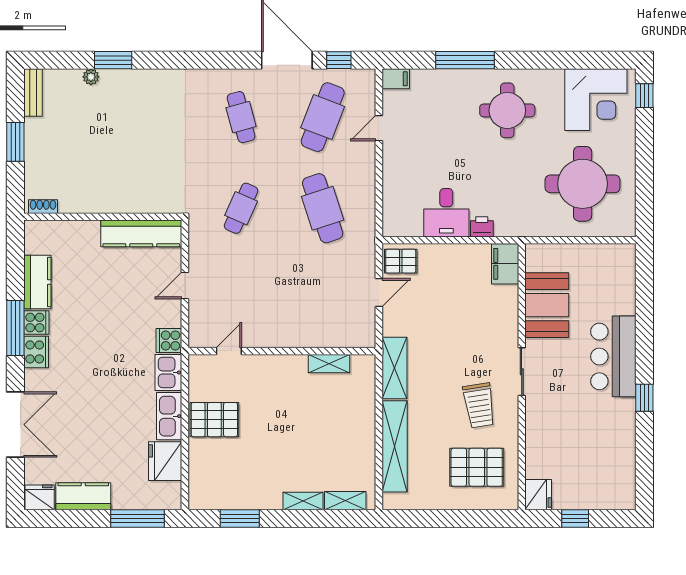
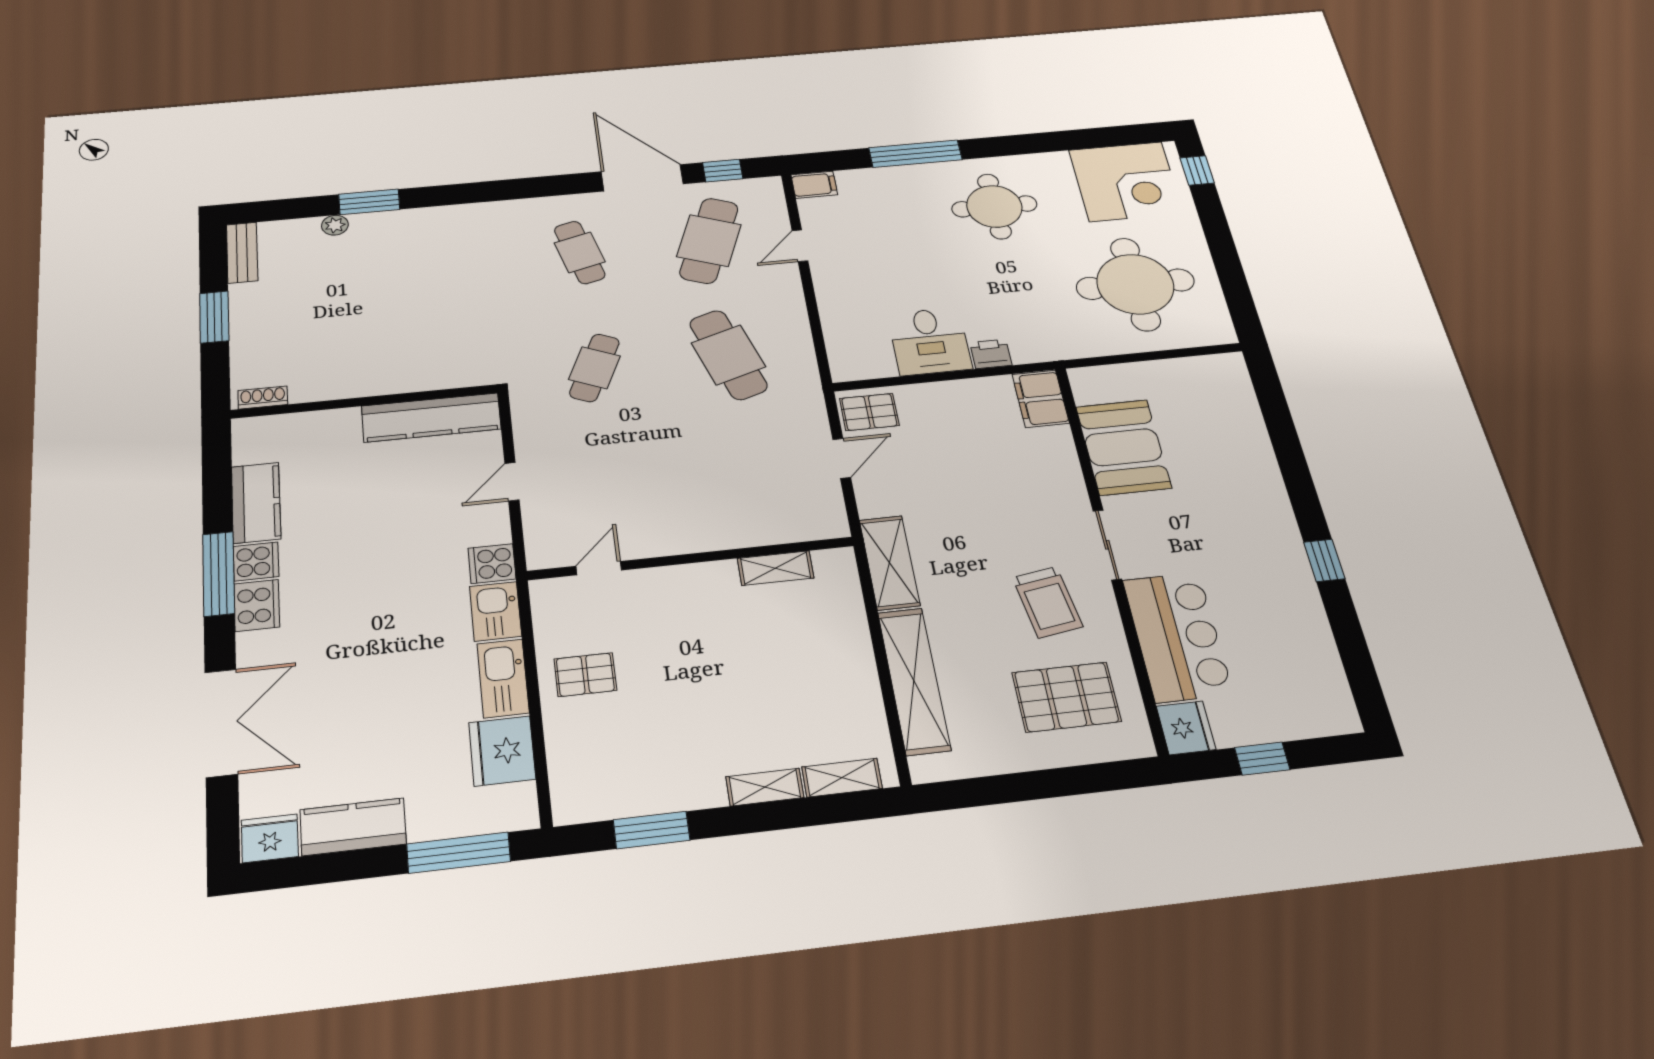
bar counter: (613, 356) -> (1177, 637), moved, turned 180
pallet: (214, 420) -> (585, 675), width x0.67, depth x0.71

